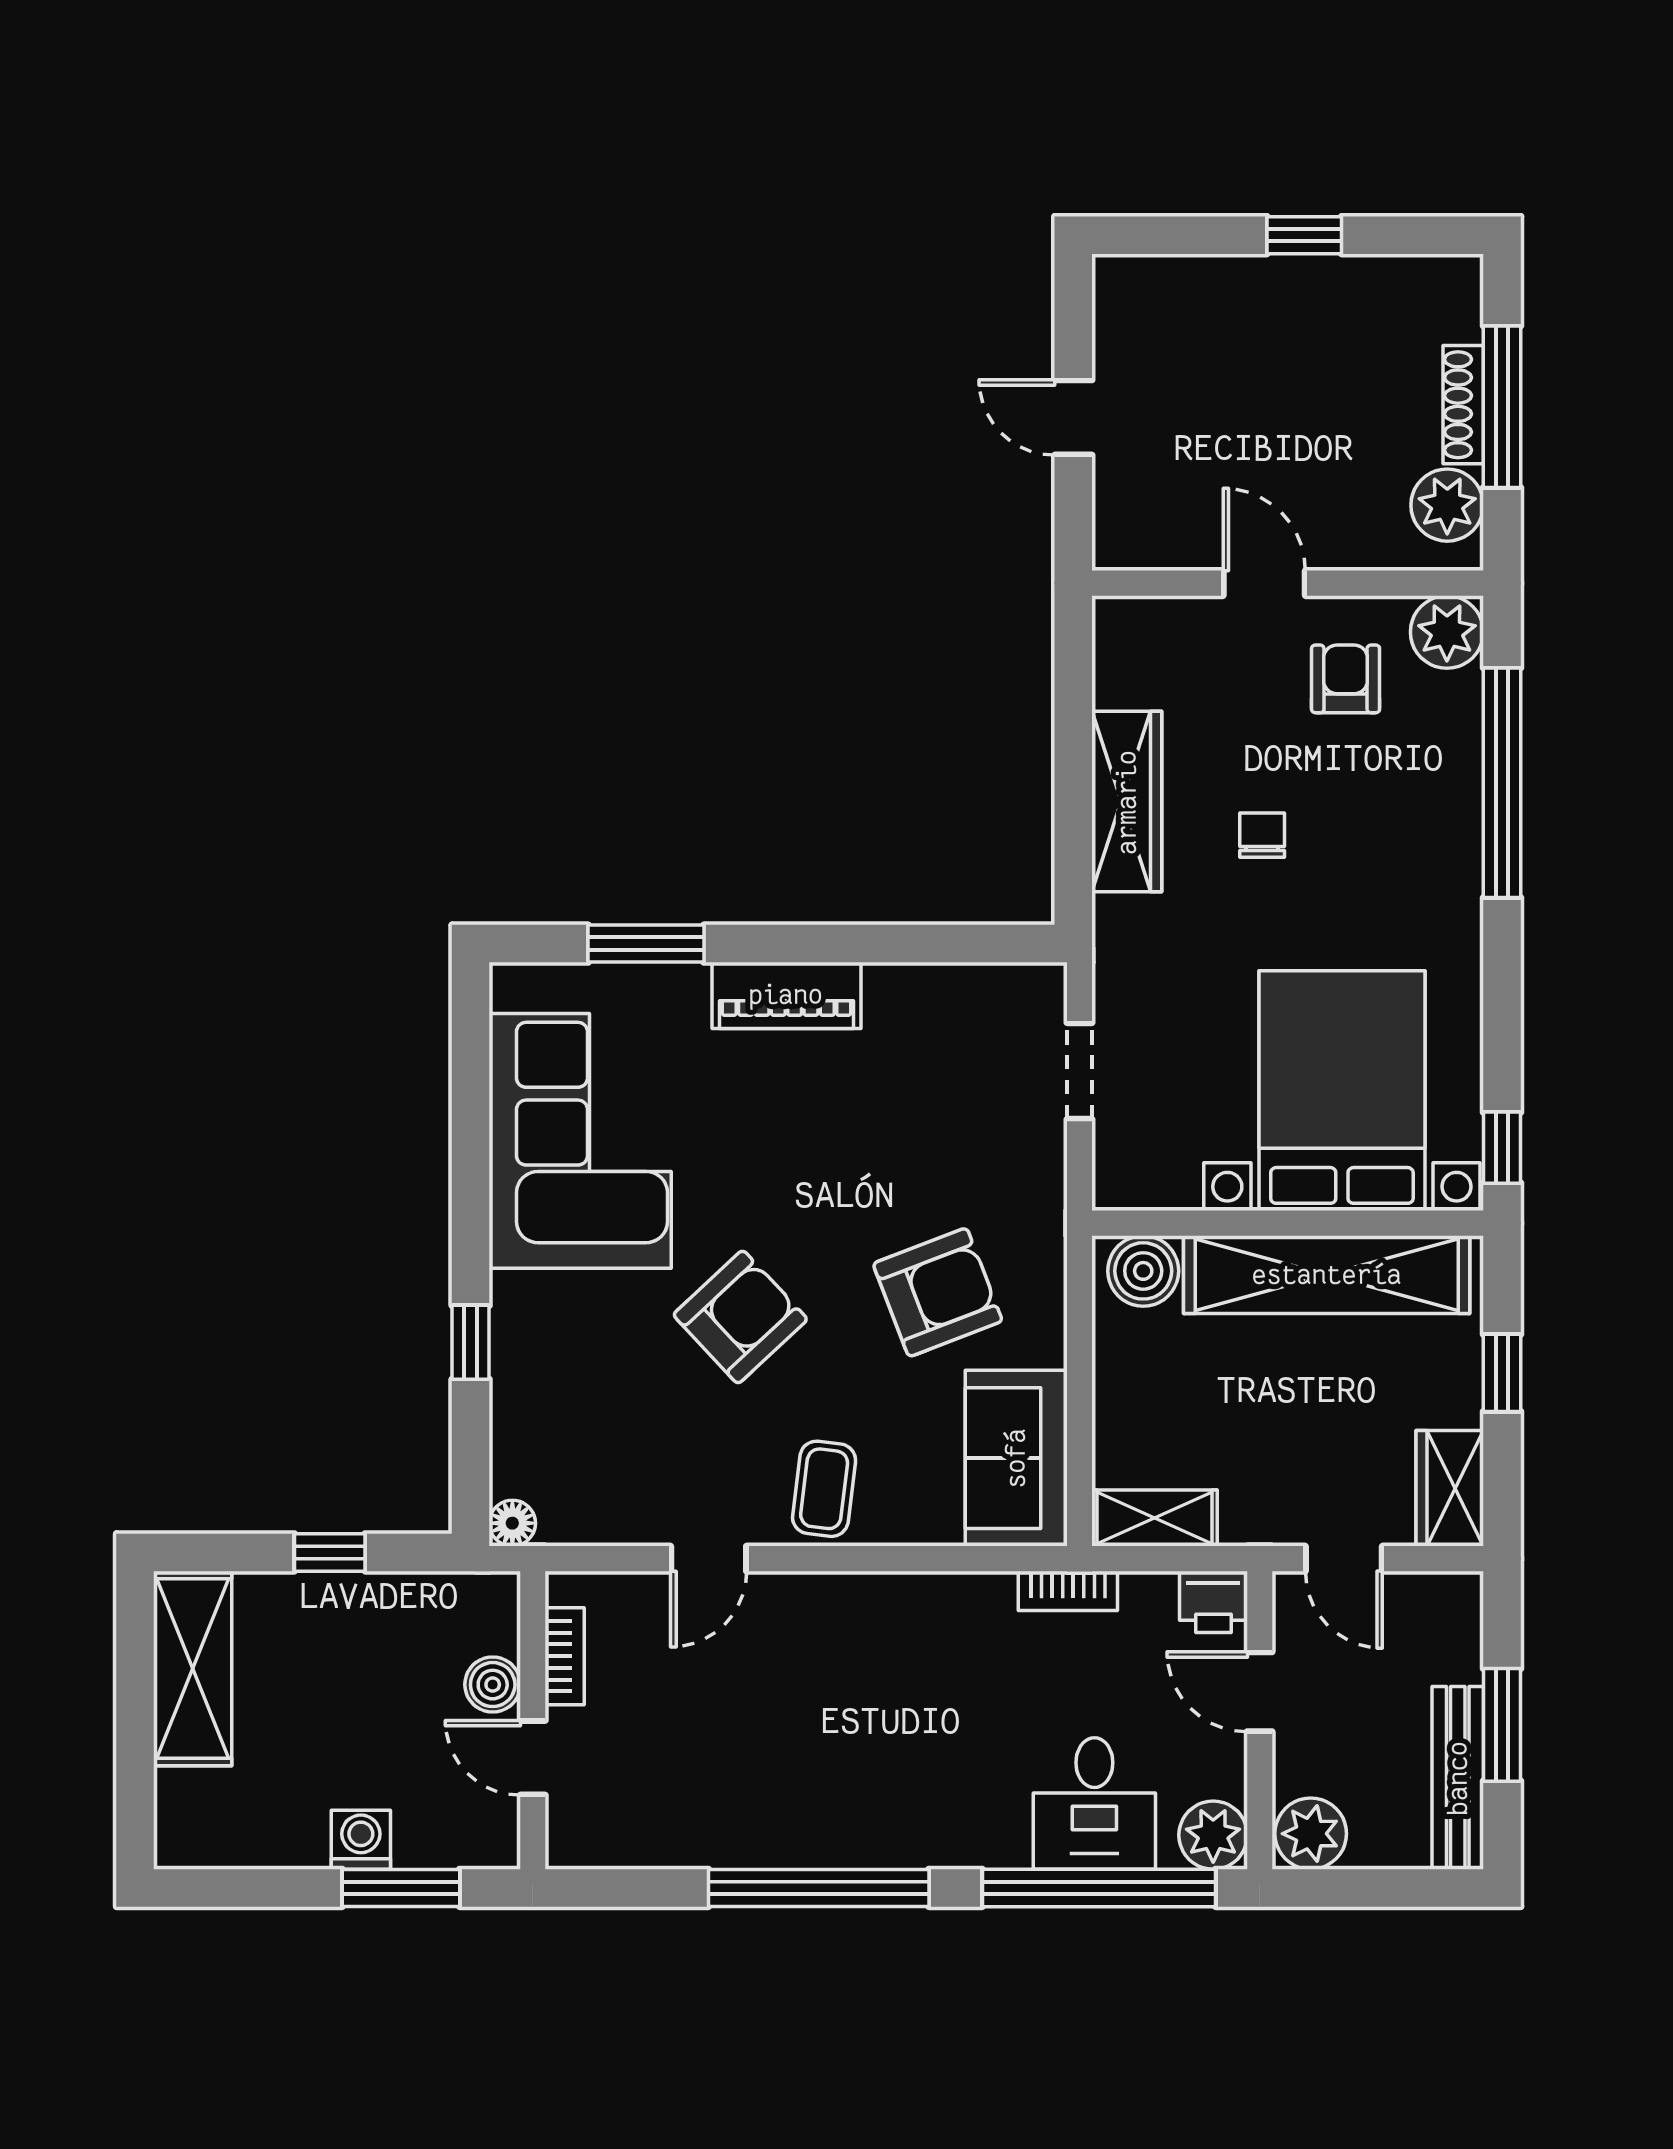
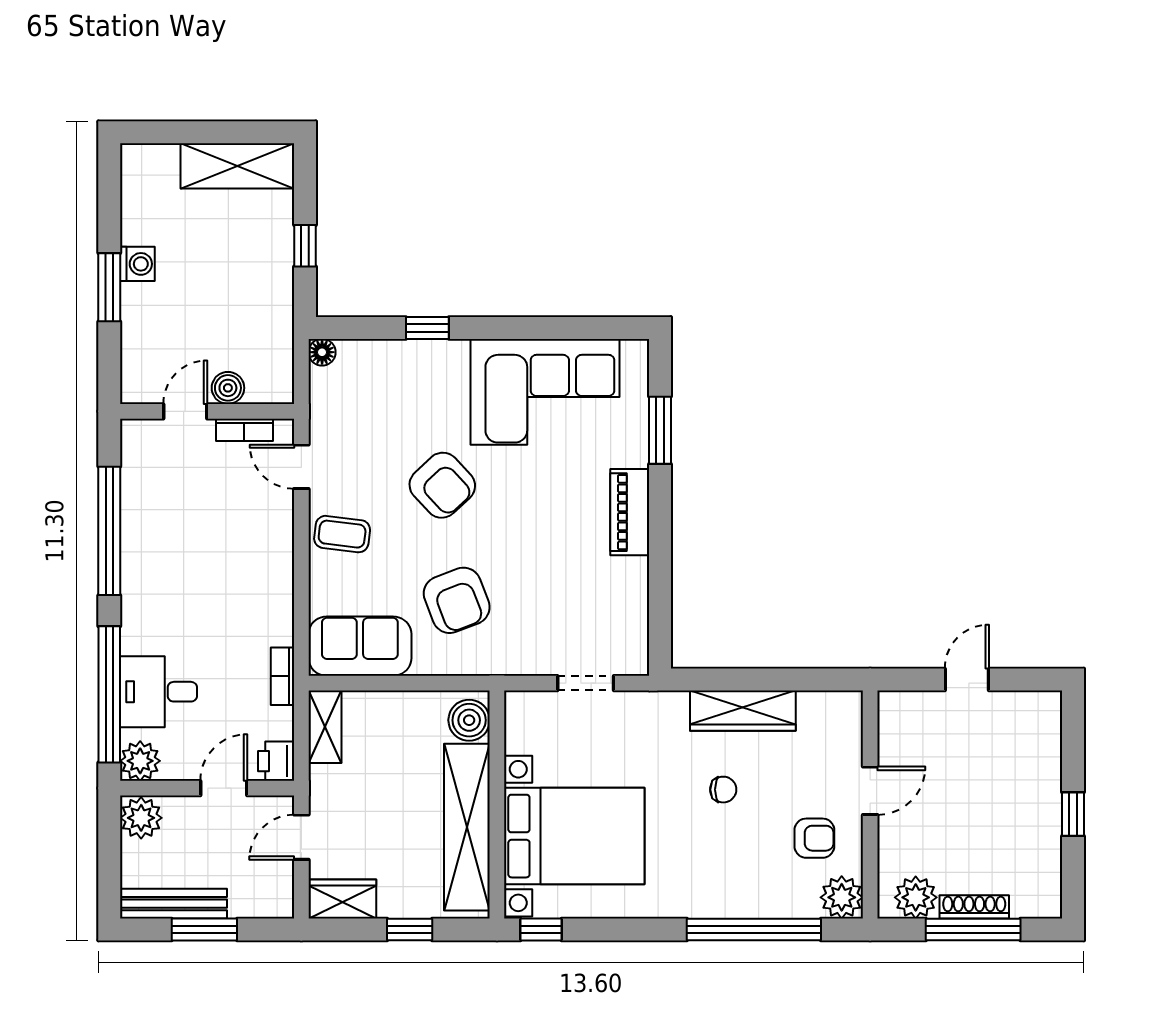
bookcase: (565, 1656) -> (244, 430), moved
boiler: (493, 1685) -> (228, 388), moved
wall: (533, 1720) -> (207, 411), moved
door: (533, 1758) -> (185, 411), moved

